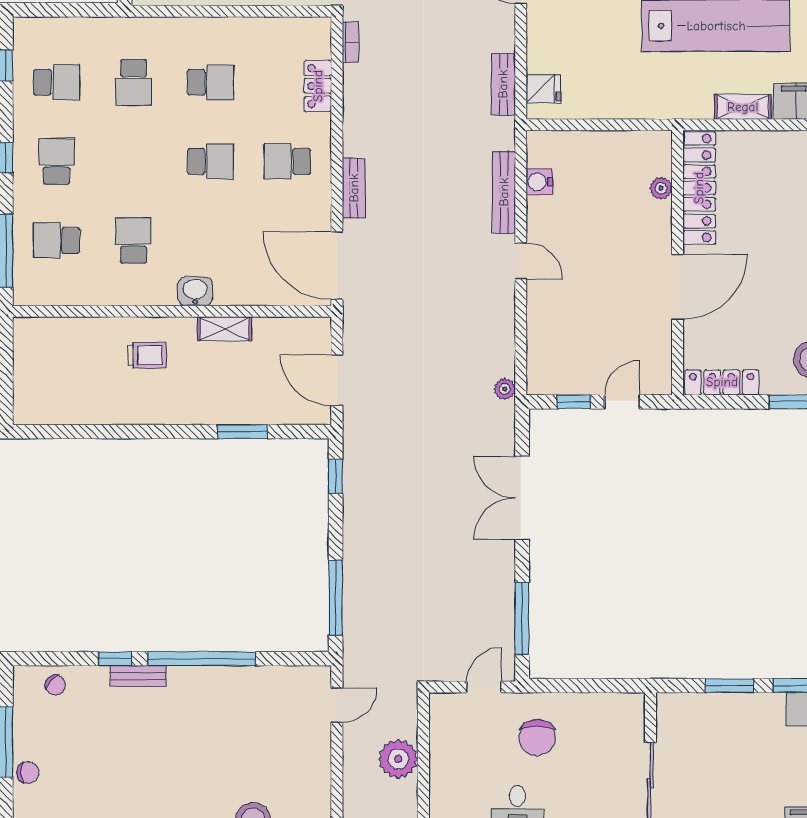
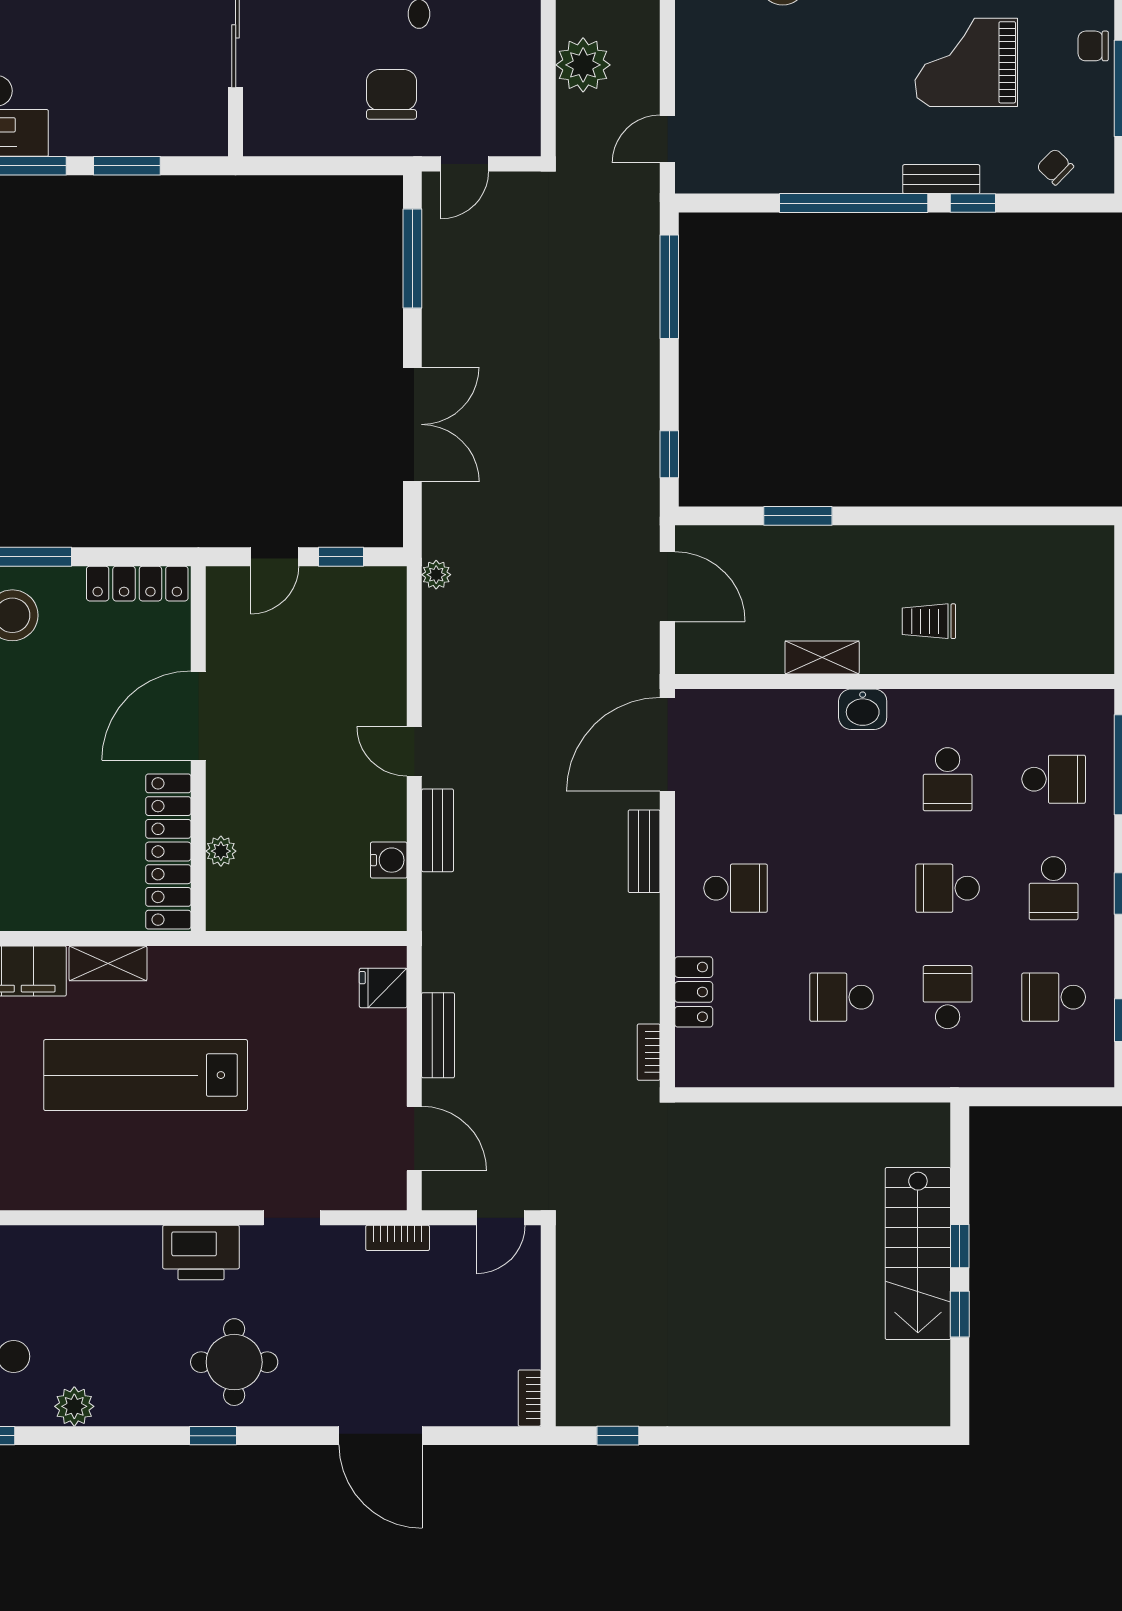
bench: (503, 84) -> (438, 1035), moved
school desk: (210, 161) -> (948, 888), moved
bench: (504, 192) -> (438, 830), width x0.73
door: (337, 266) -> (667, 744), swing flipped
grand piano: (120, 761) -> (966, 62), added

